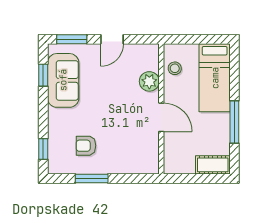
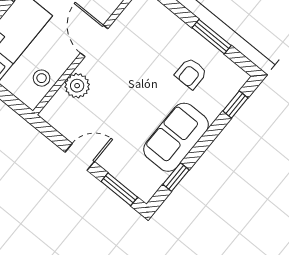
sofa: (63, 80) -> (176, 137), moved
armchair: (86, 146) -> (191, 74), turned 90

